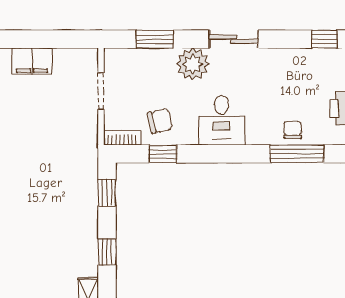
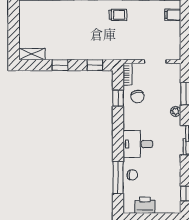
filing cabinet: (32, 61) -> (173, 15), width x0.50
plant: (193, 64) -> (176, 111), width x0.53, depth x0.53
desk: (222, 120) -> (138, 144), moved
trolley: (22, 154) -> (118, 15), added

